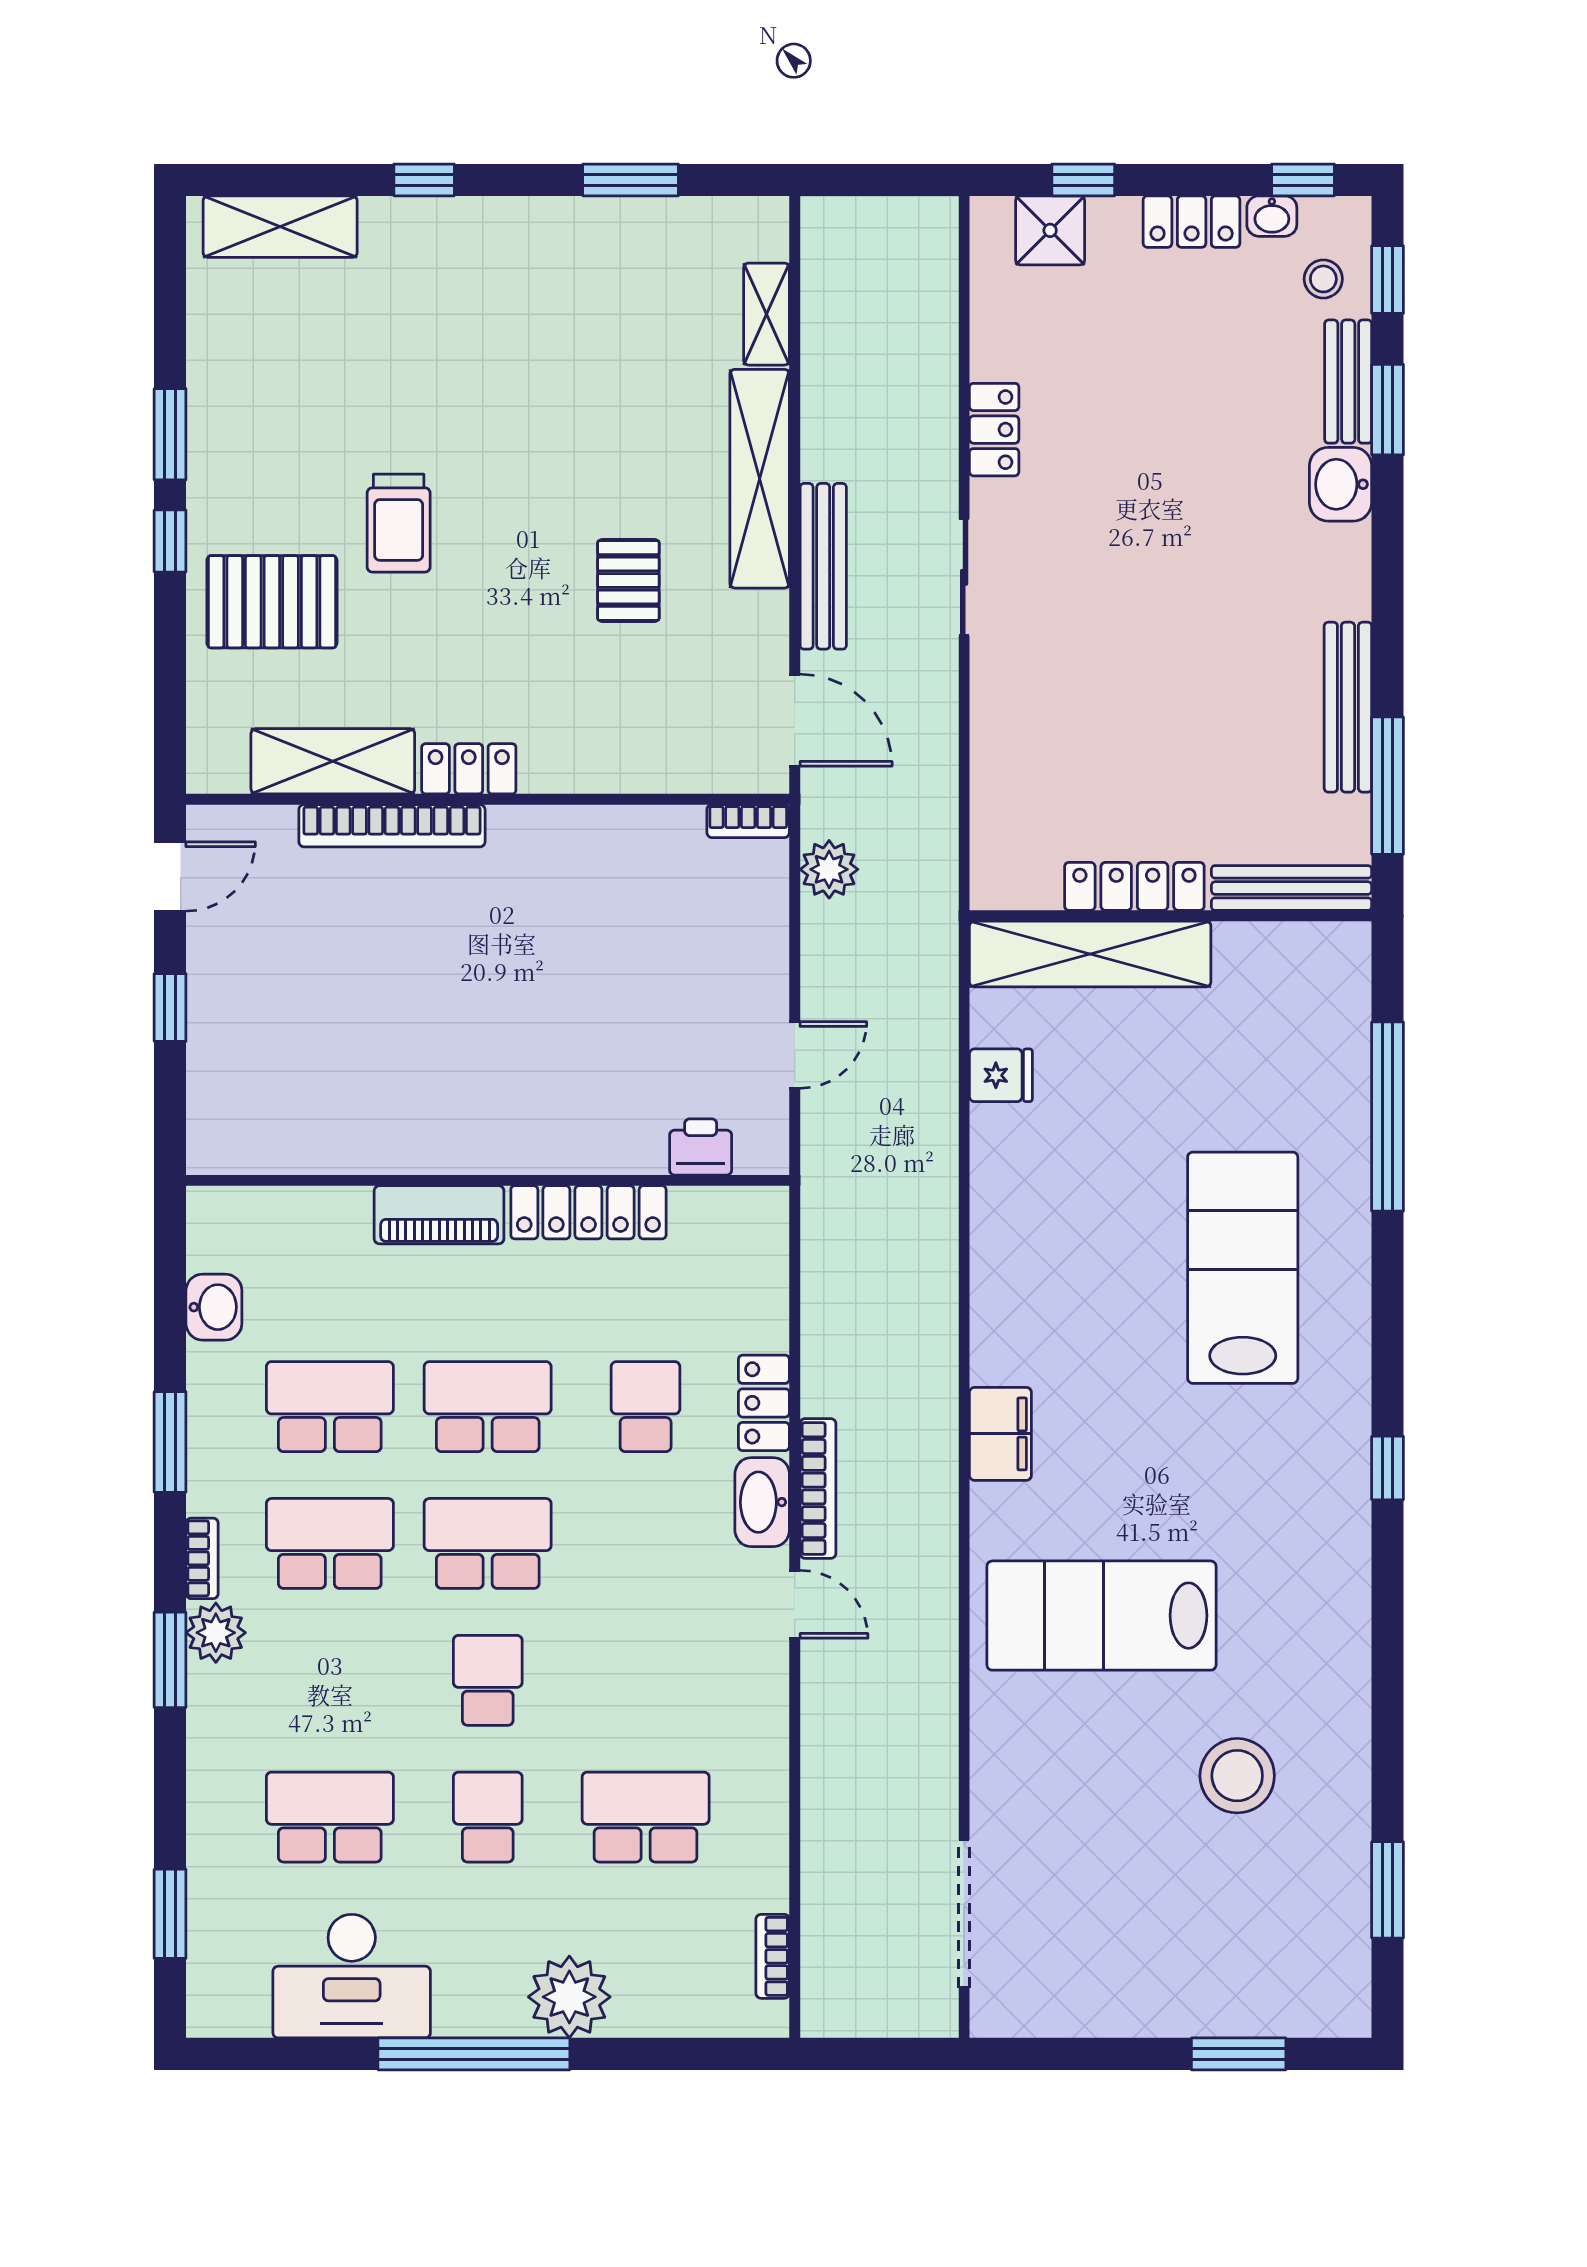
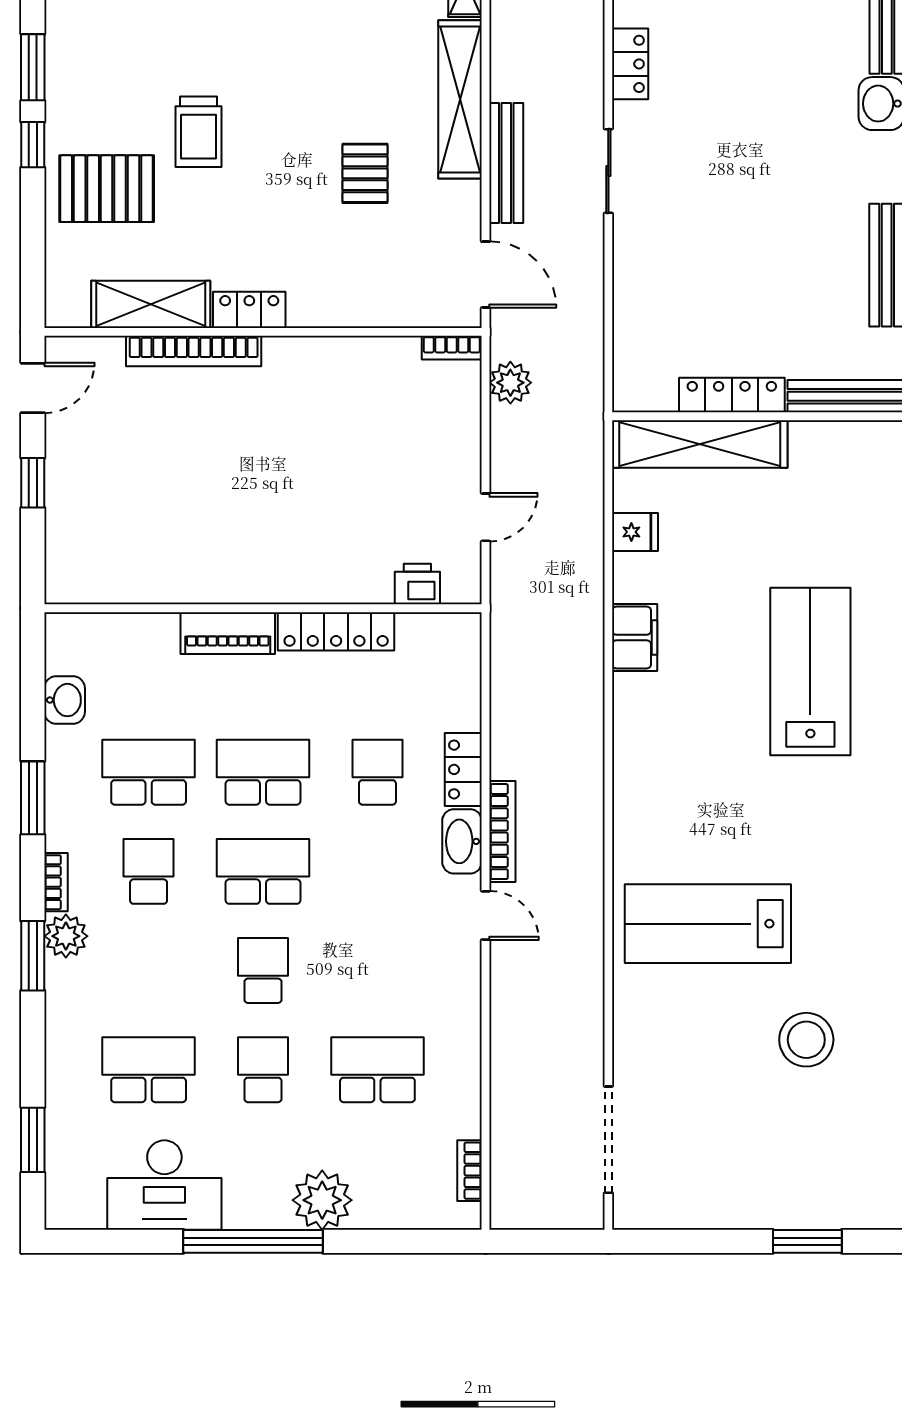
filing cabinet: (1000, 1434) -> (635, 638), moved
school desk: (330, 1543) -> (149, 871), width x0.54

